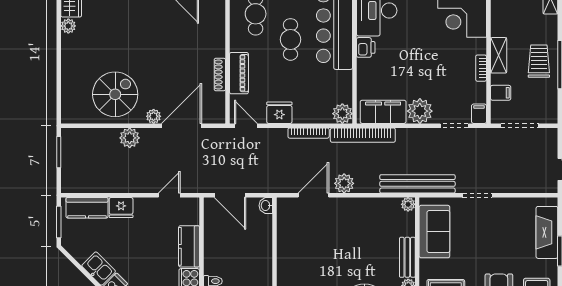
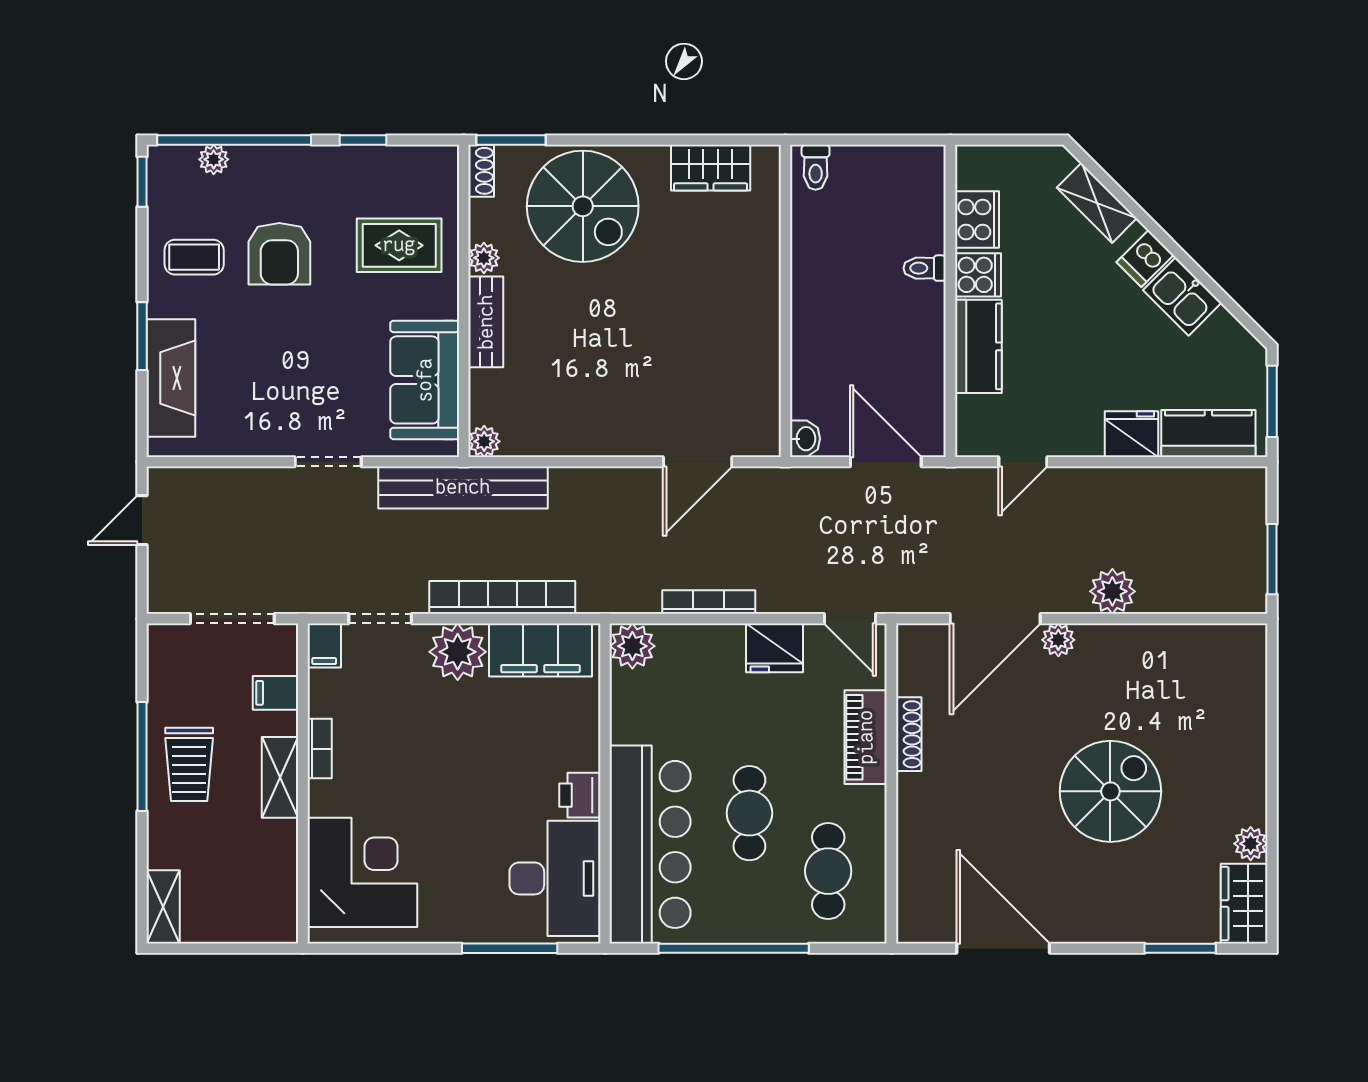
spiral stairs: (115, 94) -> (1110, 791), moved, turned 180
bookcase: (363, 135) -> (502, 597), moved
plant: (344, 183) -> (628, 489), removed

